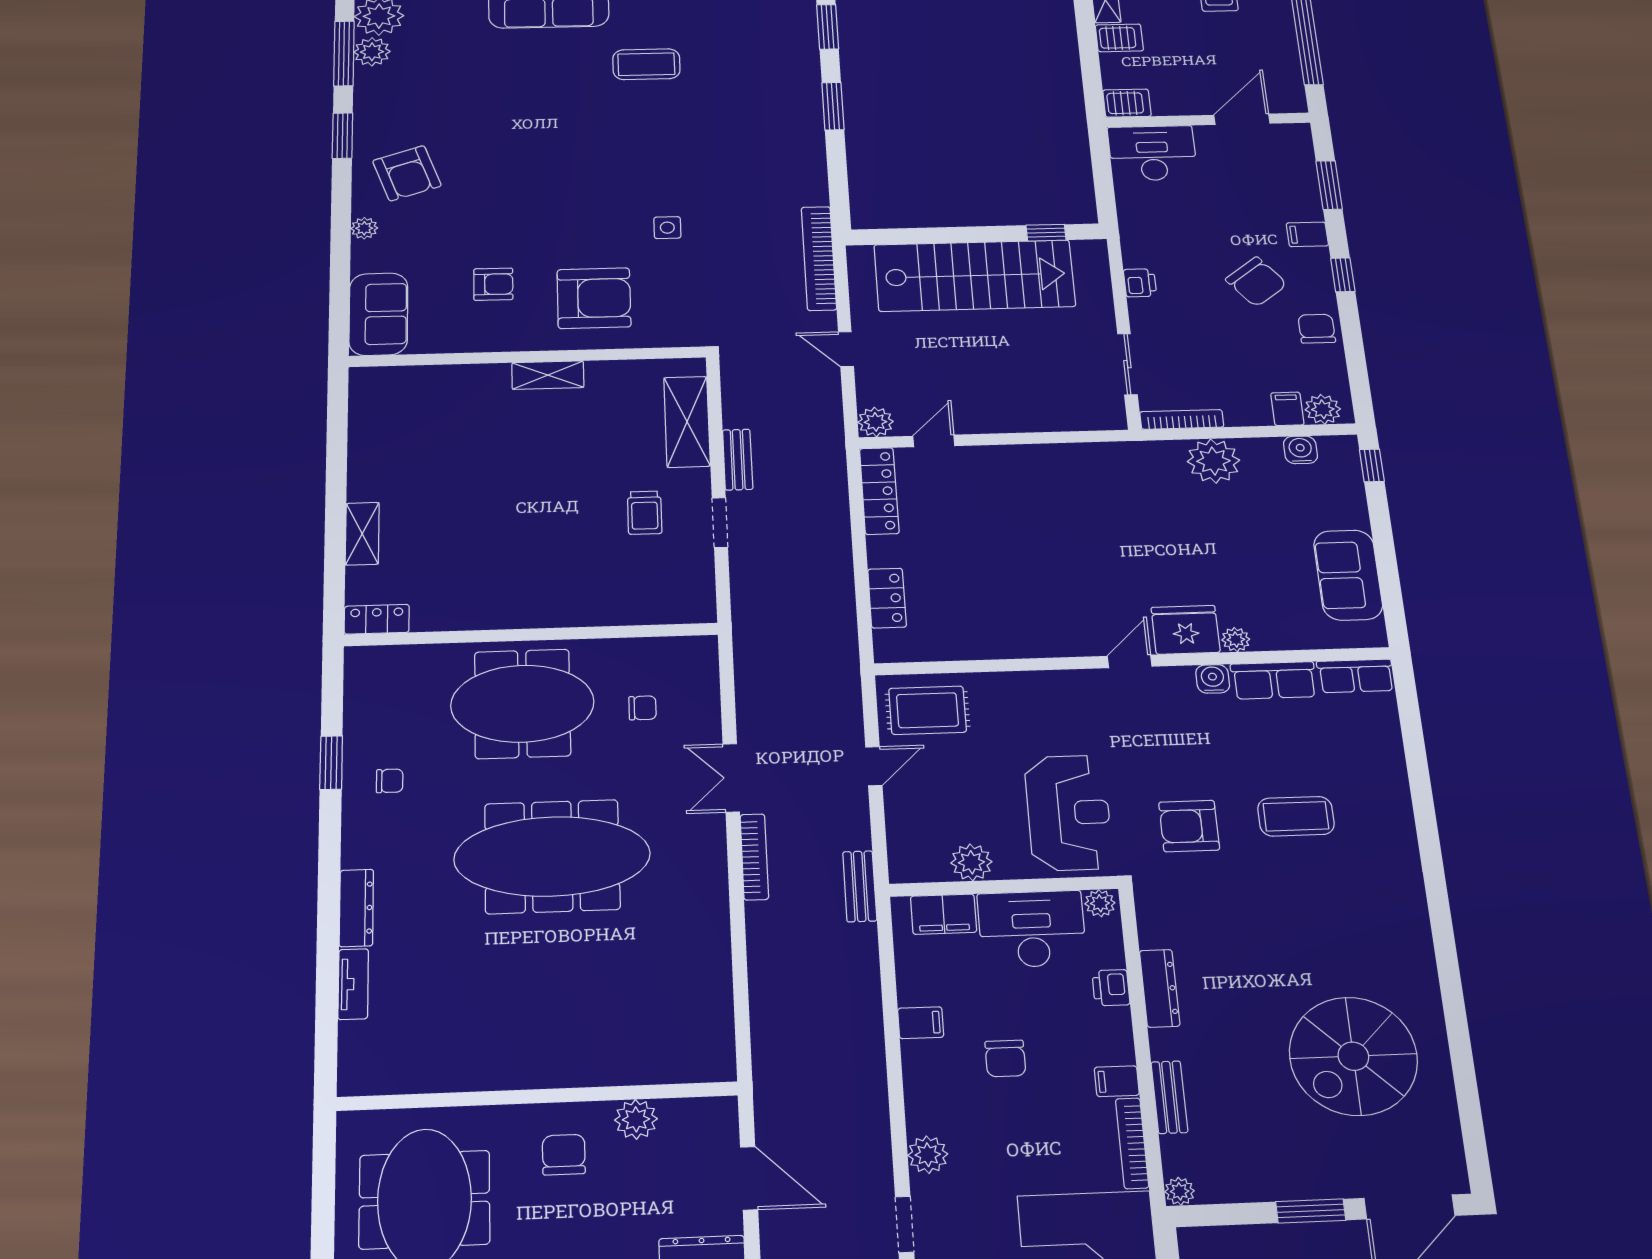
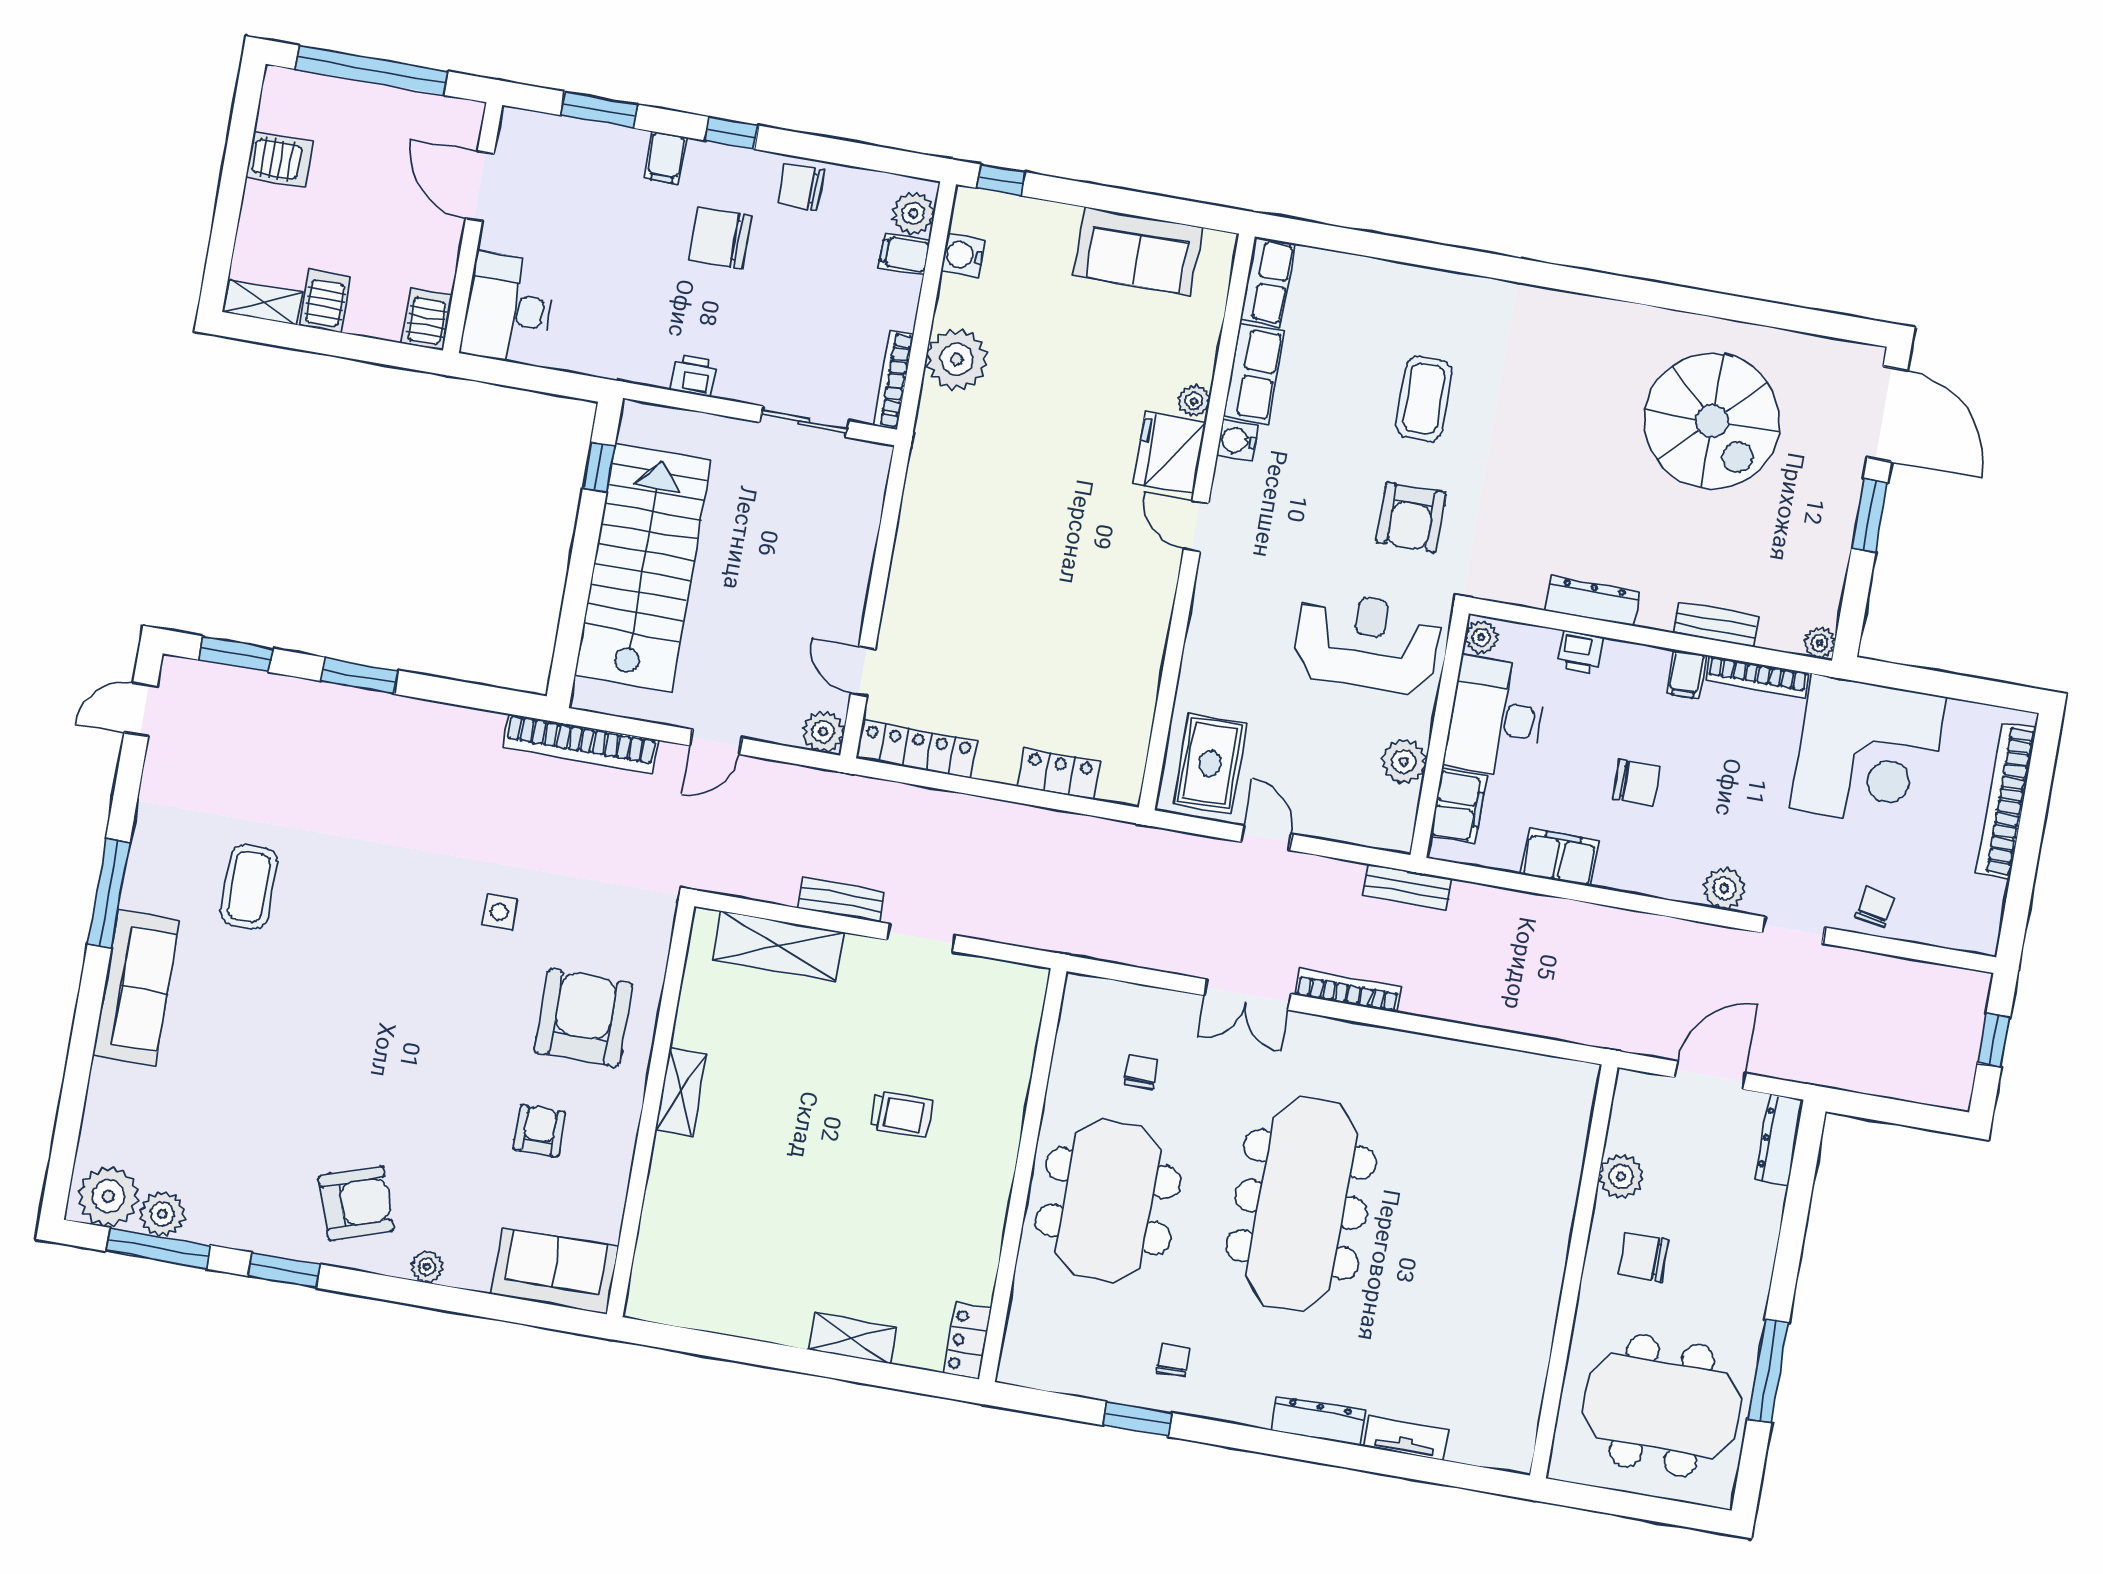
chair: (1256, 282) -> (721, 238), turned -142
trolley: (645, 513) -> (900, 1114), moved
filing cabinet: (921, 1023) -> (1560, 857), width x2.00

